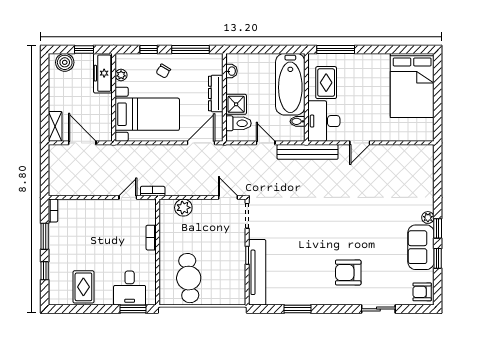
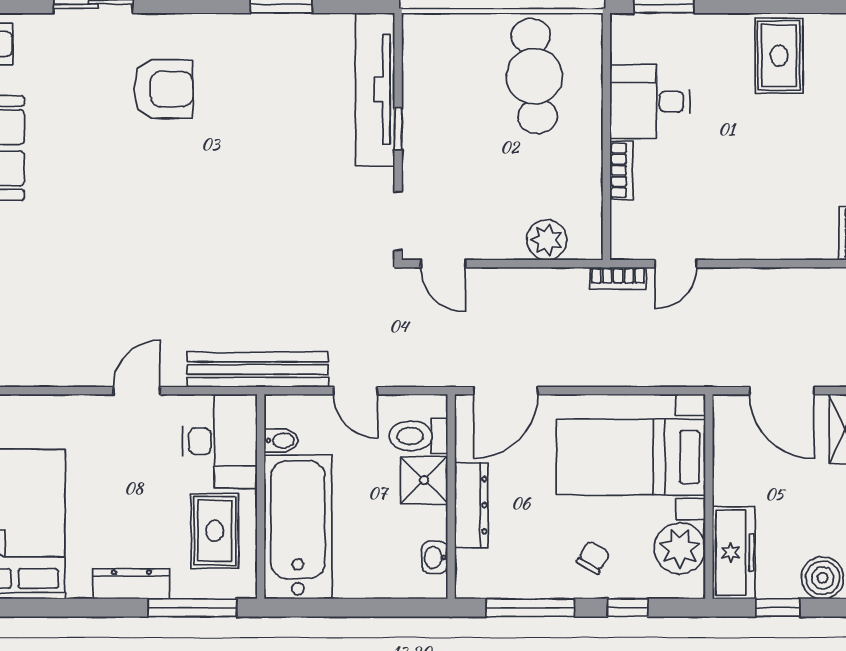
dresser: (362, 60) -> (131, 584), added
plant: (121, 75) -> (680, 548), width x1.88, depth x1.88
desk: (130, 288) -> (650, 101), moved, turned -90

